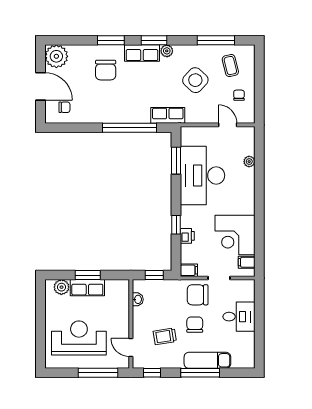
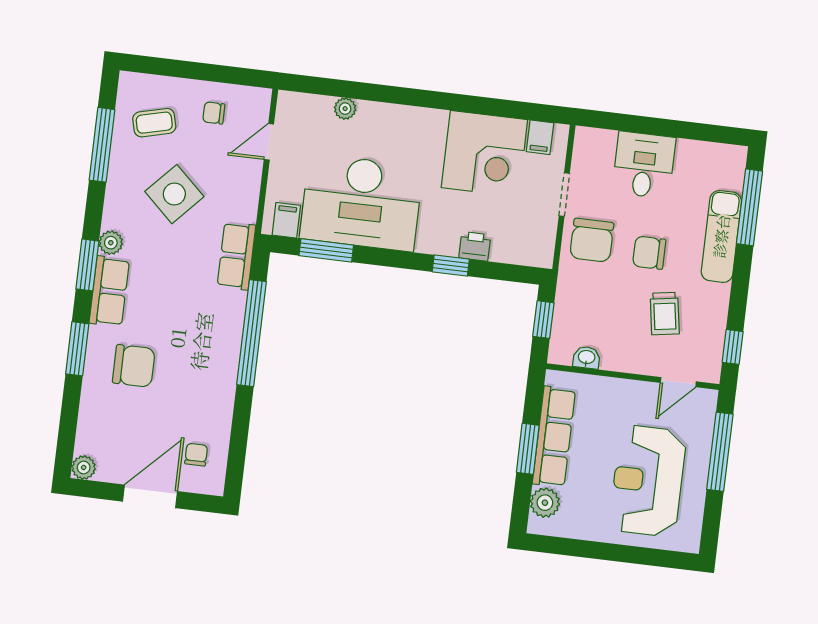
plant: (56, 56) -> (84, 468), width x0.53, depth x0.53
filing cabinet: (189, 270) -> (286, 220), moved
row of seats: (87, 288) -> (554, 437), width x1.48
window: (200, 373) -> (749, 207), moved

